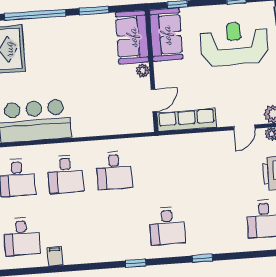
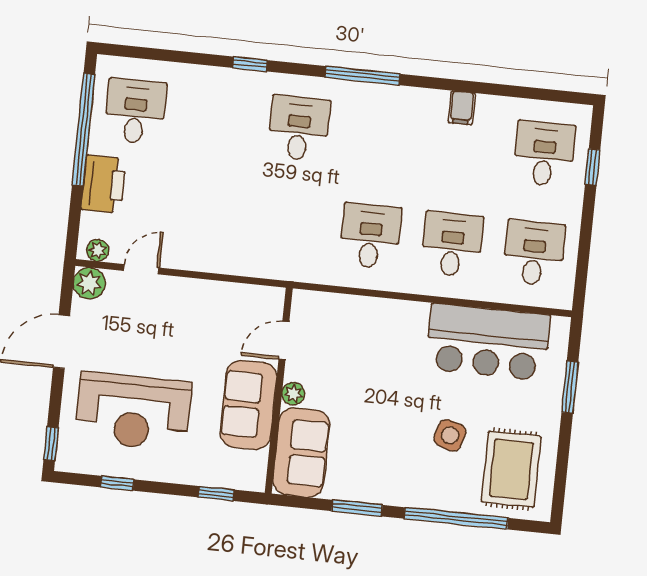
sofa: (166, 35) -> (248, 405), moved
side table: (47, 63) -> (450, 435), added
row of seats: (187, 120) -> (235, 298), removed
filing cabinet: (55, 256) -> (462, 108), moved
window: (135, 263) -> (363, 76), width x2.17

